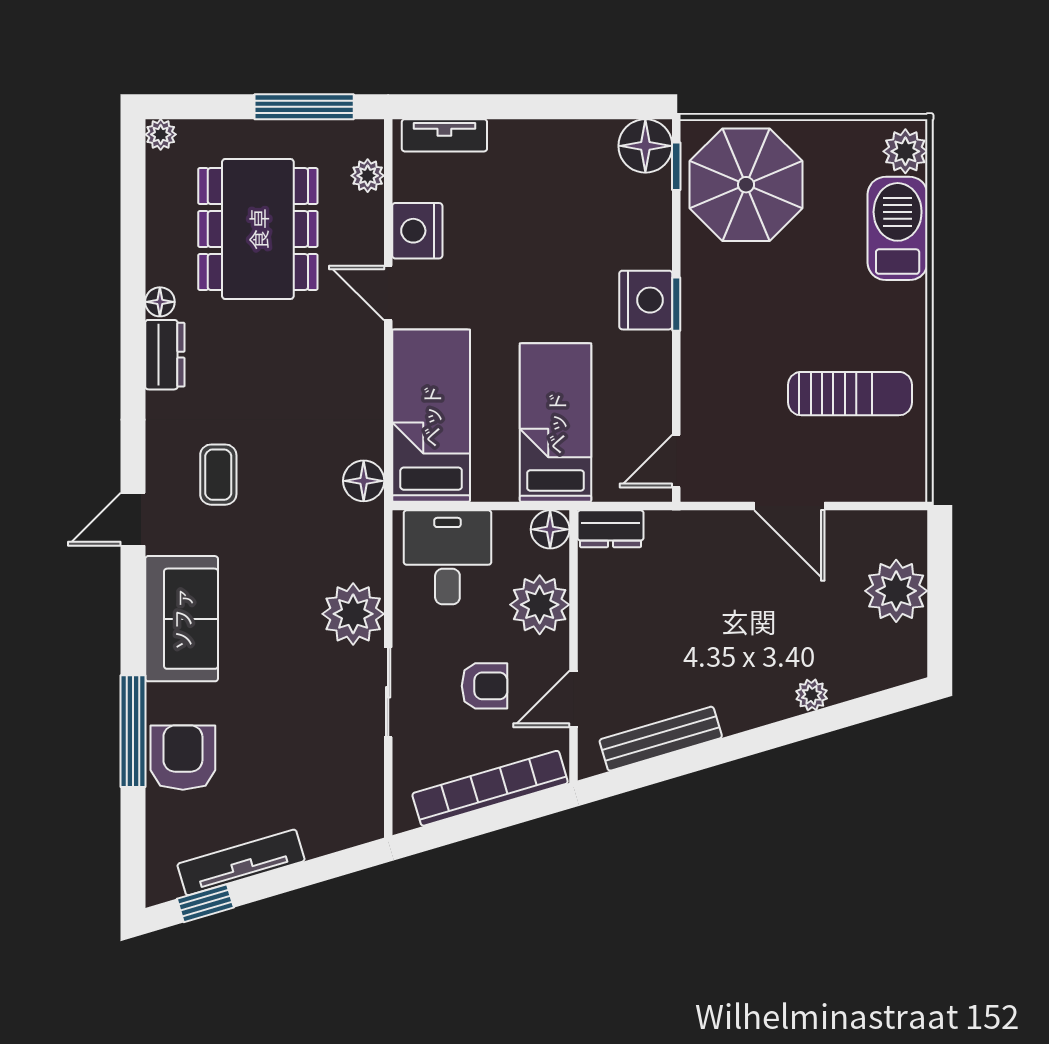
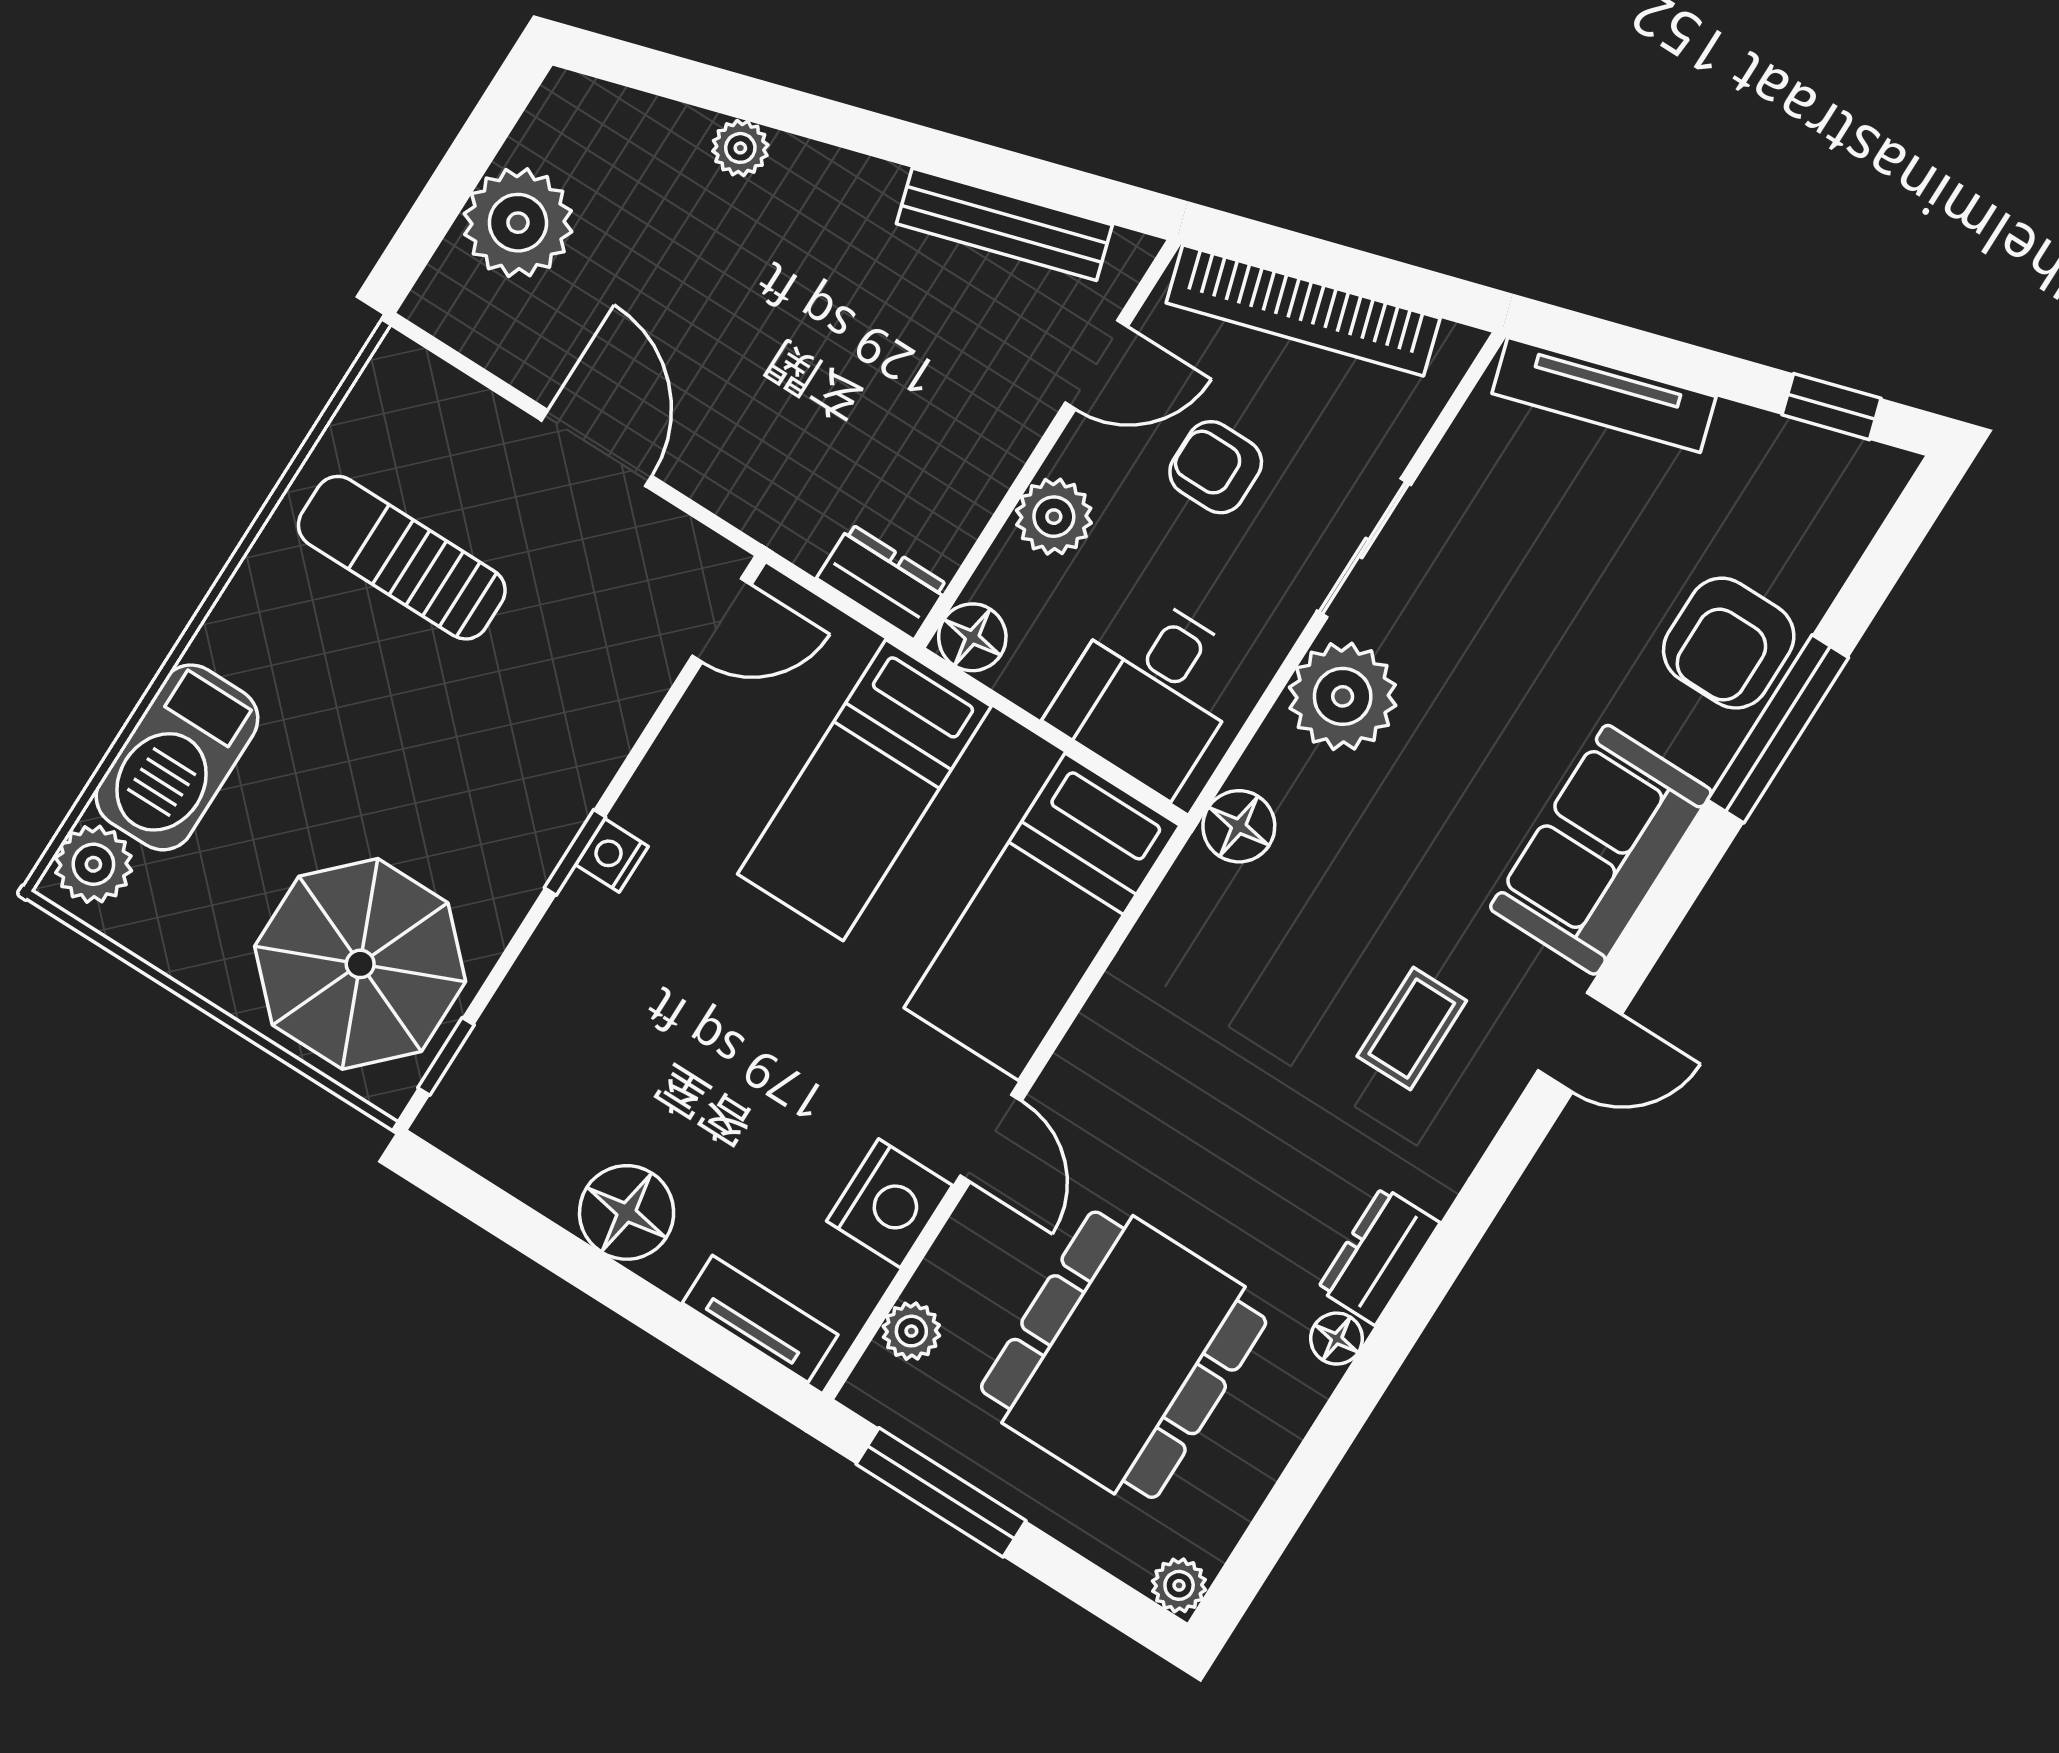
floor lamp: (645, 146) -> (627, 1212), moved
nightstand: (646, 300) -> (612, 856), width x0.53, depth x0.56
floor lamp: (364, 481) -> (1239, 826), moved
plant: (540, 605) -> (1054, 517), width x0.73, depth x0.73
tv unit: (241, 862) -> (1604, 395), moved

